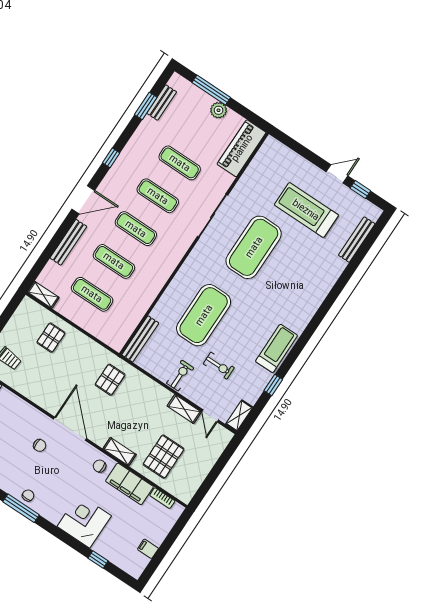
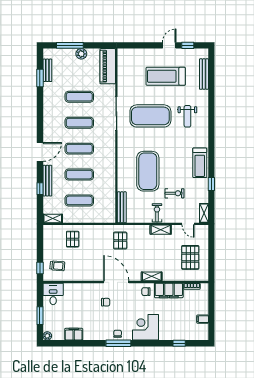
window: (111, 158) -> (40, 189), moved
exercise mat: (254, 247) -> (150, 116), turned 90
weight bench: (300, 279) -> (187, 116), added
treadmill: (277, 348) -> (200, 163), turned 180
shelving: (184, 409) -> (161, 230), moved
pallet: (164, 457) -> (190, 257), moved
corner desk: (84, 521) -> (146, 327), moved

